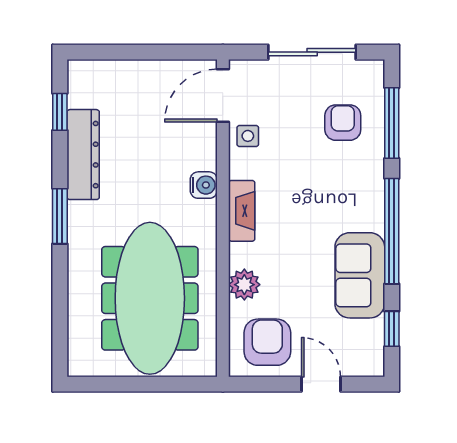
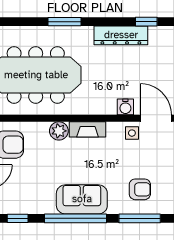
water cooler: (204, 185) -> (125, 107), moved
window: (60, 216) -> (65, 22), moved
sofa: (360, 275) -> (82, 199), moved
plant: (244, 285) -> (59, 131), moved

